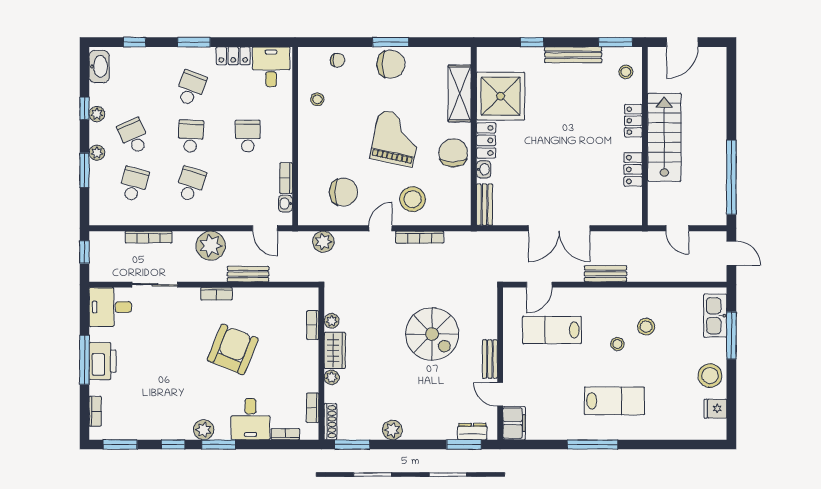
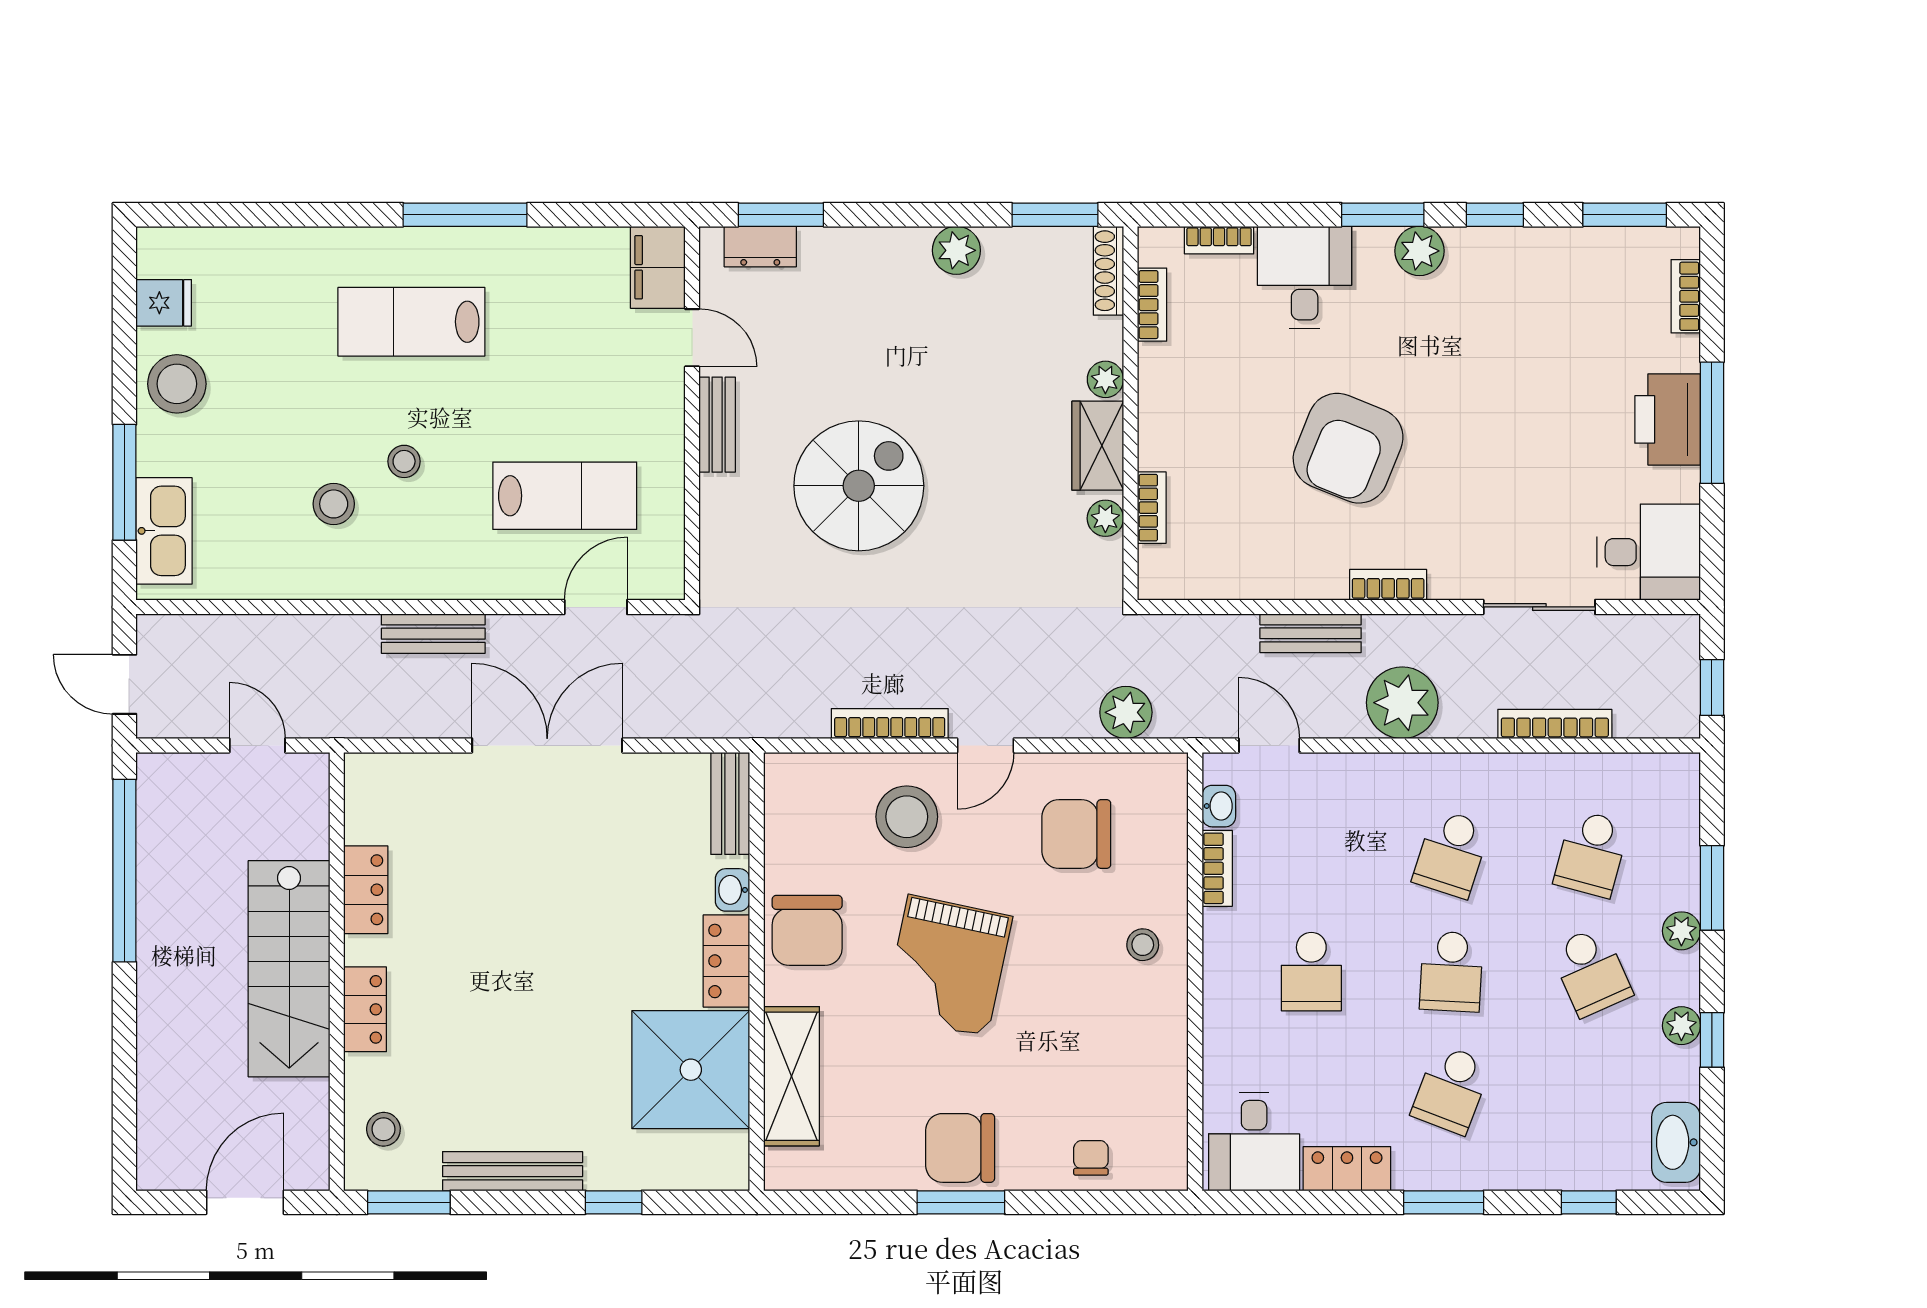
chair: (338, 60) -> (1091, 1158), turned 90
stool: (317, 99) -> (1143, 945), moved
spiral stairs: (432, 334) -> (859, 486), turned 90

